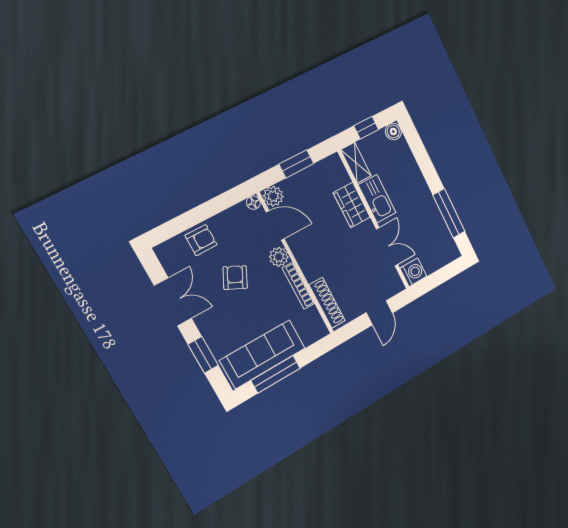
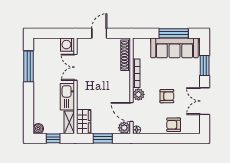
wardrobe: (352, 205) -> (84, 122), moved
armchair: (235, 278) -> (167, 96), turned -116

